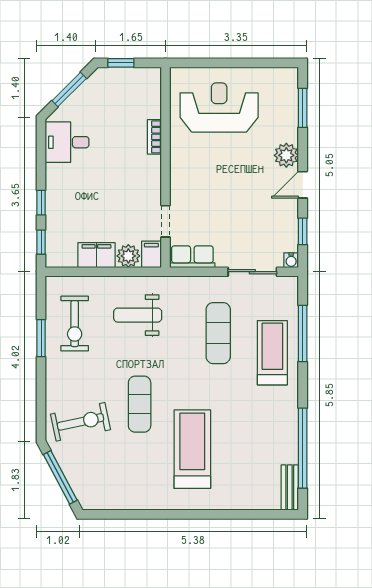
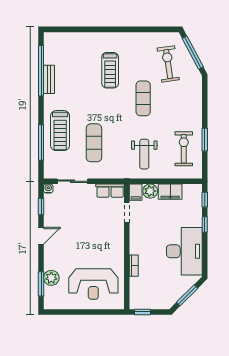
window: (121, 63) -> (143, 312), moved
desk: (67, 142) -> (184, 251), width x1.87, depth x1.30
plant: (286, 155) -> (51, 278), moved
weight bench: (138, 315) -> (144, 154), turned 90
exercise bike: (80, 422) -> (168, 64), moved, turned 94
treadmill: (192, 449) -> (110, 70), width x0.73, depth x0.73
bench: (290, 488) -> (49, 79), moved

